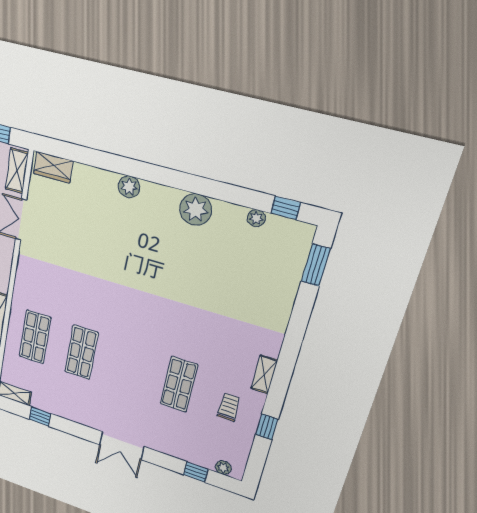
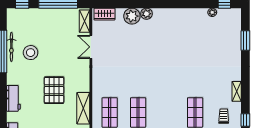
plant: (196, 209) -> (132, 16), moved
window: (316, 265) -> (245, 41), moved

